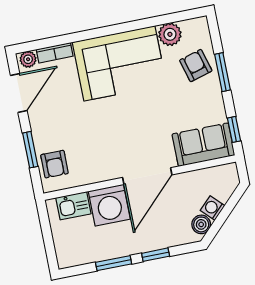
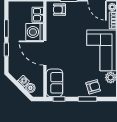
boiler: (201, 224) -> (30, 88), moved

